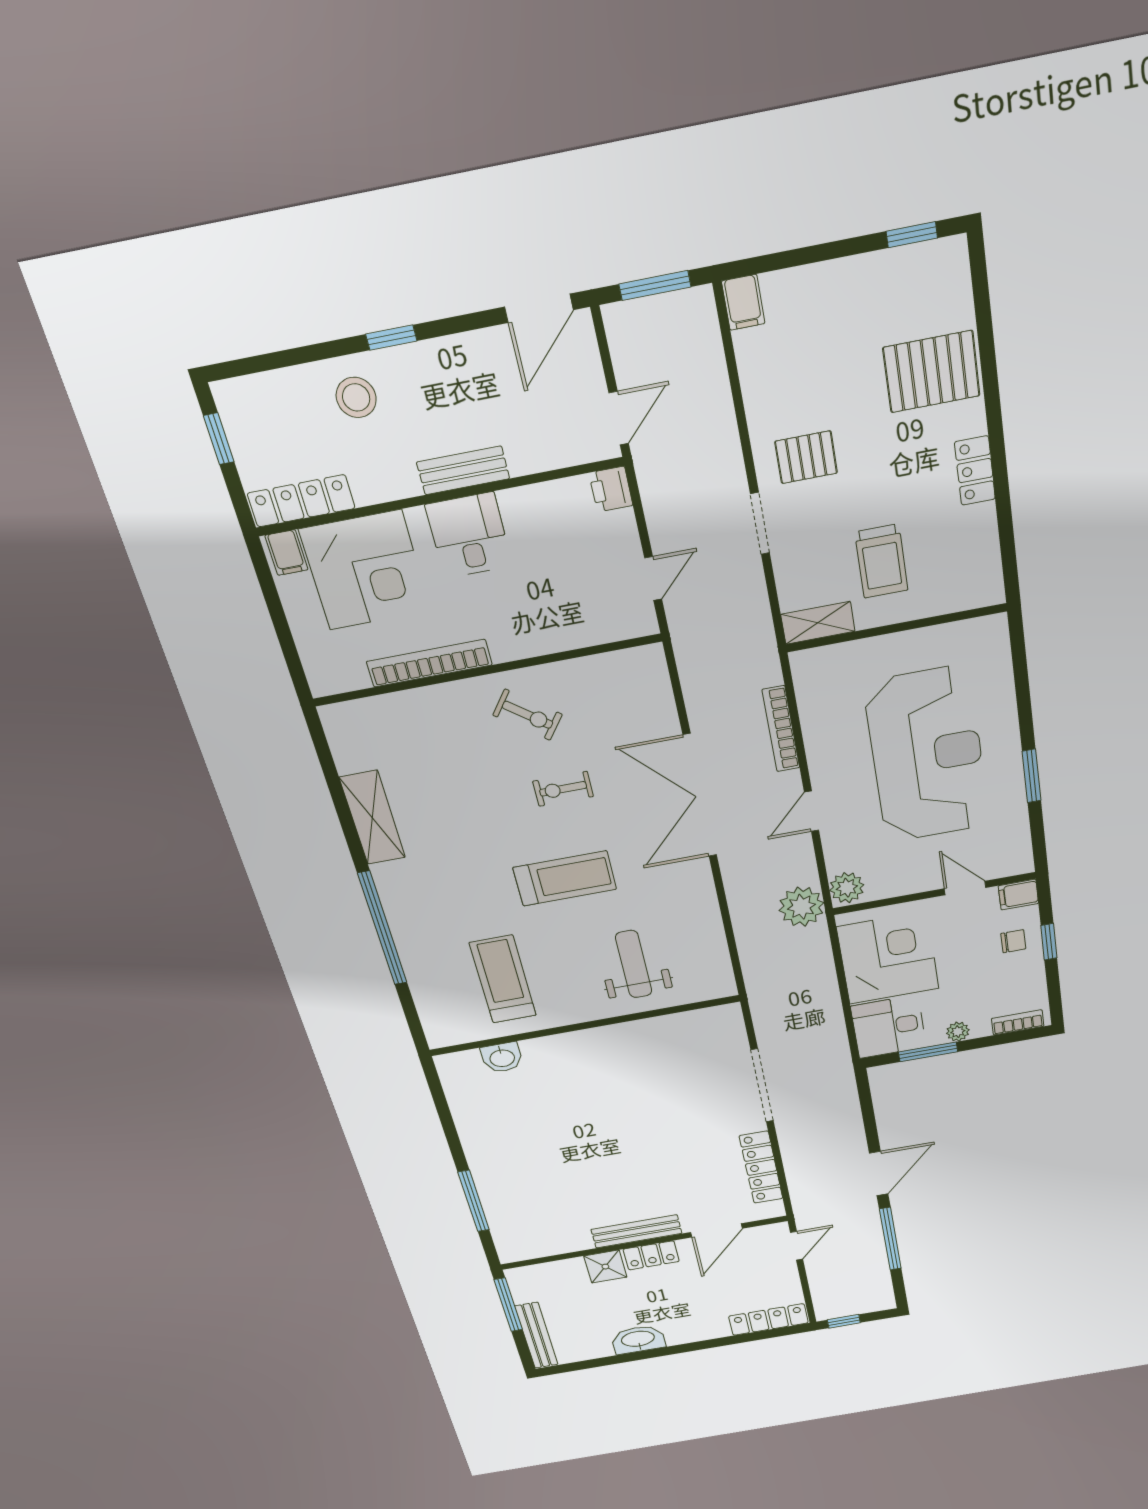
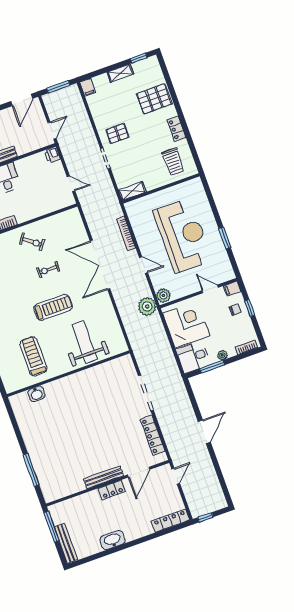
shelving: (848, 274) -> (120, 73), added
trolley: (881, 561) -> (173, 162), moved
door: (653, 579) -> (71, 184), hinge flipped
door: (811, 811) -> (144, 265), swing flipped
weight bench: (634, 964) -> (85, 342), width x1.36, depth x1.33
window: (890, 1239) -> (217, 467), removed
shower: (605, 1267) -> (92, 499), removed

